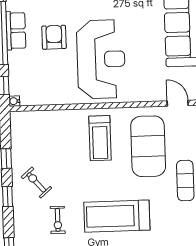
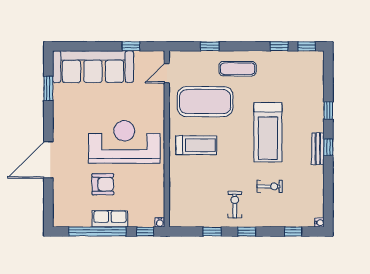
row of seats: (16, 31) -> (110, 219), moved
armchair: (54, 37) -> (103, 184), turned 180
exercise bike: (36, 182) -> (235, 205), turned 131

